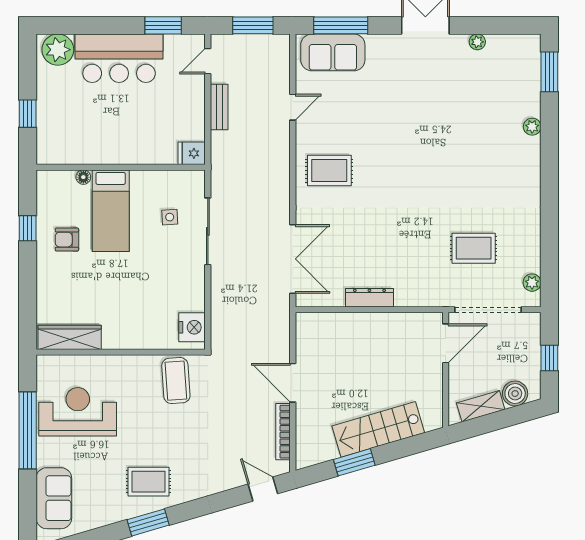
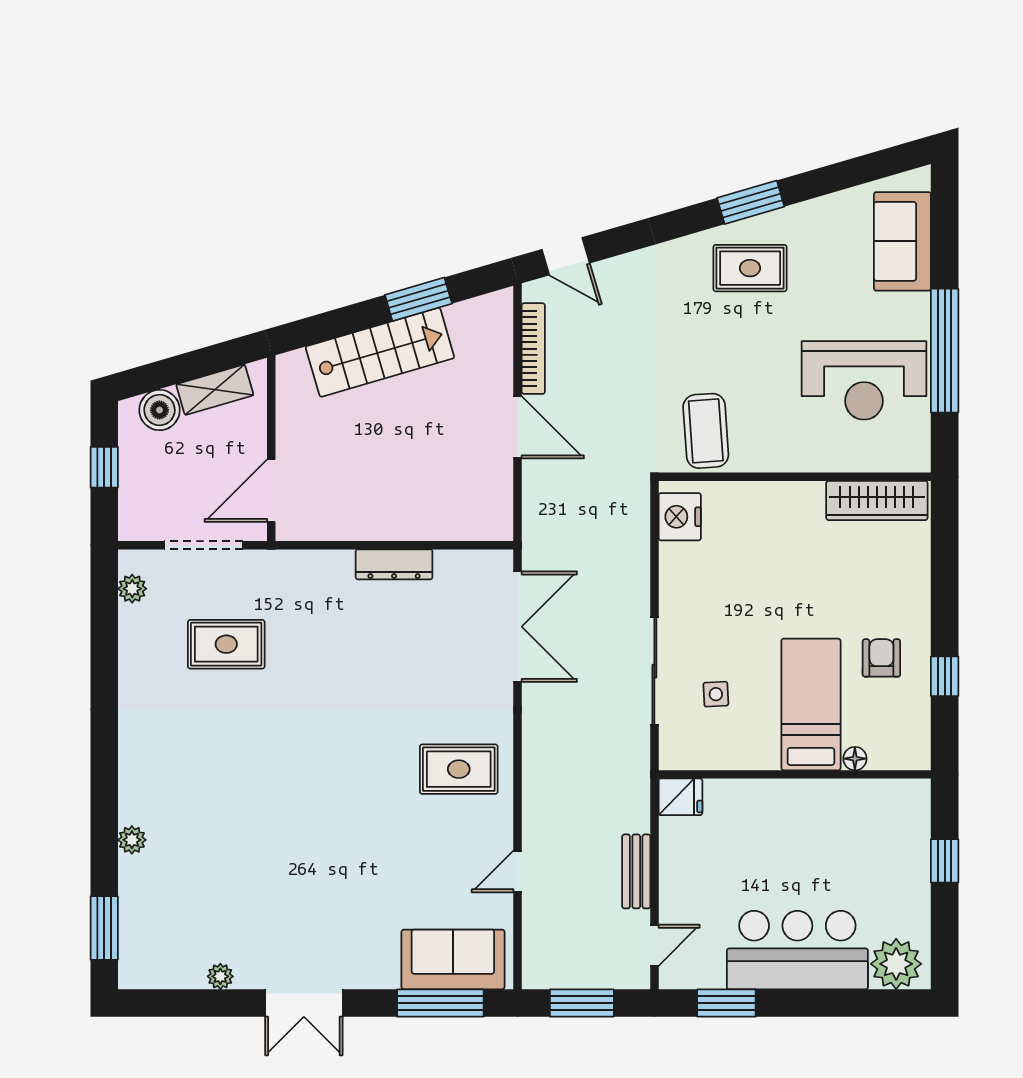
armchair: (67, 240) -> (881, 658), turned -90
double door: (293, 259) -> (518, 627), swing flipped
doorway: (488, 310) -> (203, 545), width x0.73

